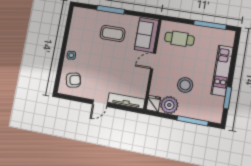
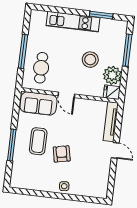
window: (210, 25) -> (23, 51), moved
armchair: (73, 80) -> (62, 154), moved

